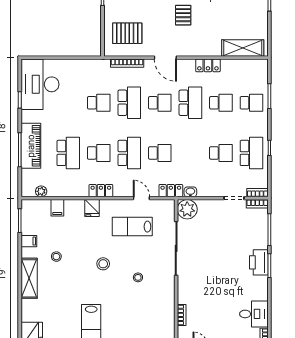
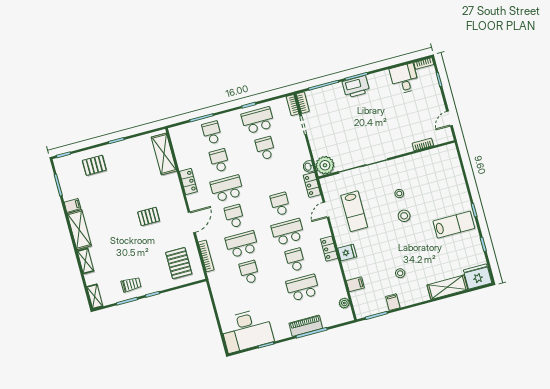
piano: (31, 146) -> (306, 326), width x0.73, depth x0.75
stool: (103, 264) -> (404, 216), moved
shelving: (29, 278) -> (447, 287), moved

